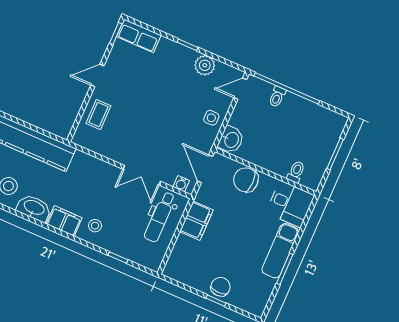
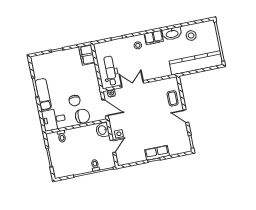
row of seats: (139, 36) -> (157, 153), moved
plant: (205, 65) -> (139, 156), removed
door: (97, 75) -> (186, 116), swing flipped
door: (240, 89) -> (113, 146), moved
filing cabinet: (196, 221) -> (87, 55), moved
chair: (220, 287) -> (75, 101), moved

